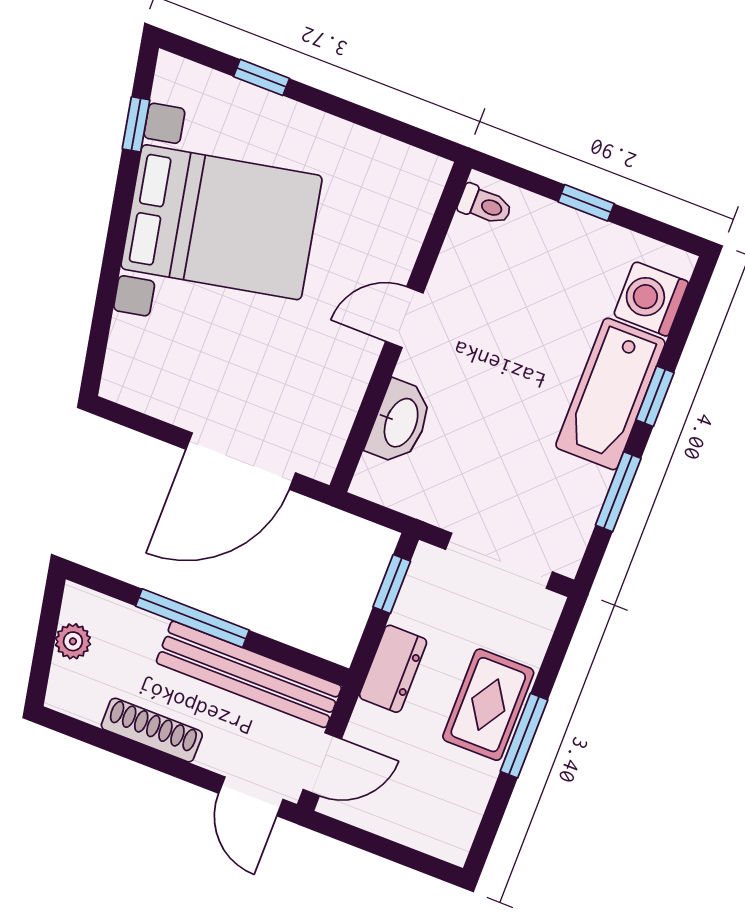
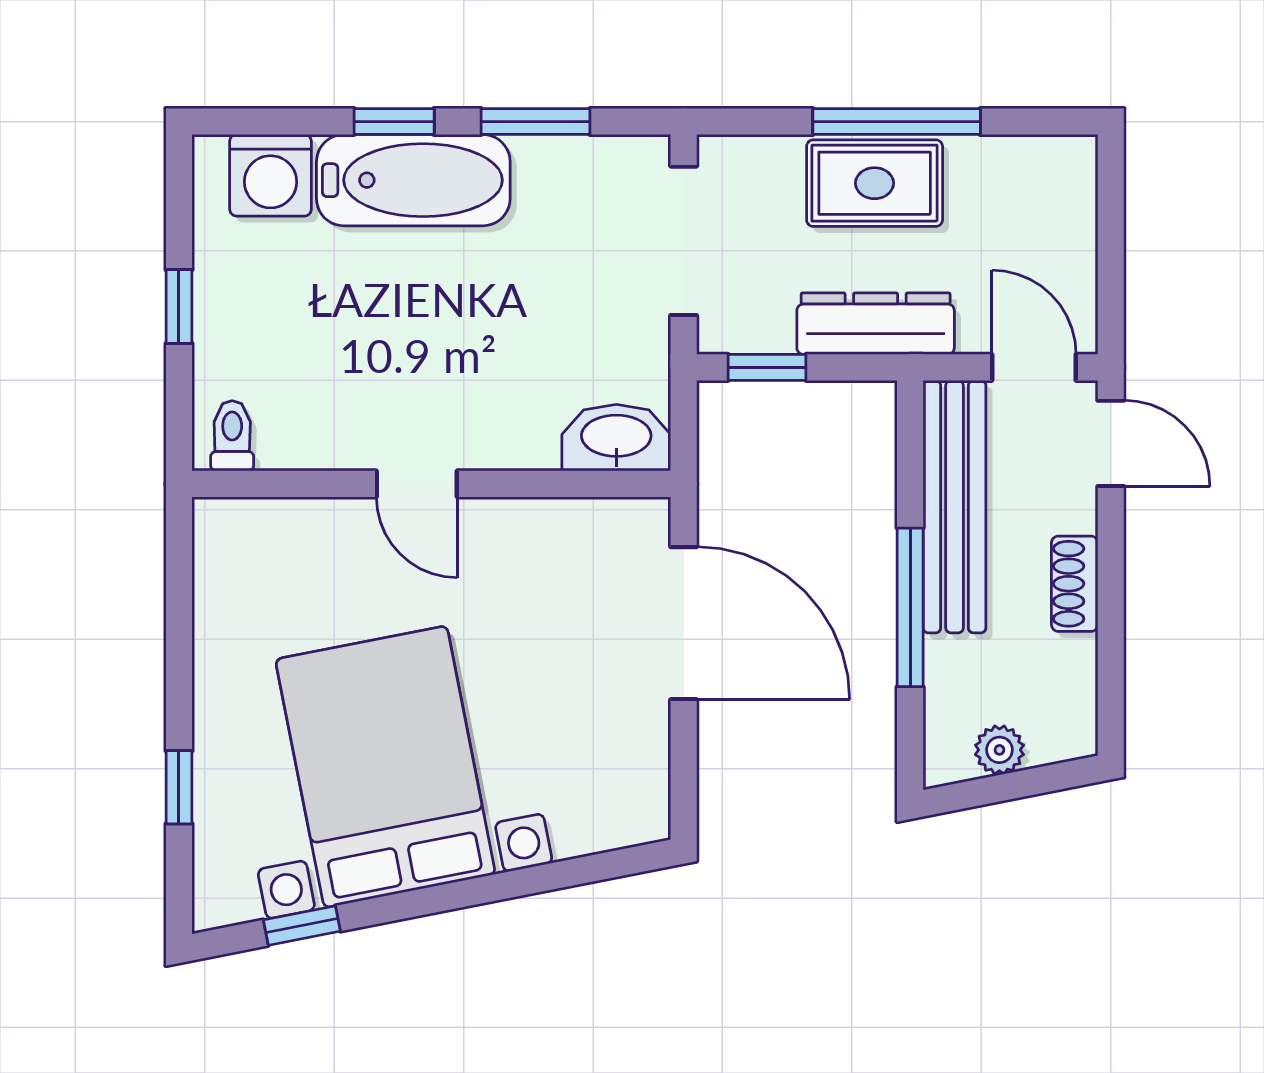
washbasin: (400, 422) -> (616, 438), moved
dresser: (393, 669) -> (876, 324), width x1.44
shoe rack: (152, 730) -> (1075, 584), width x0.70
window: (524, 736) -> (897, 122), width x1.44
door: (251, 796) -> (1111, 443), hinge flipped

